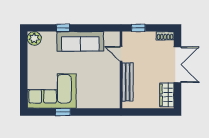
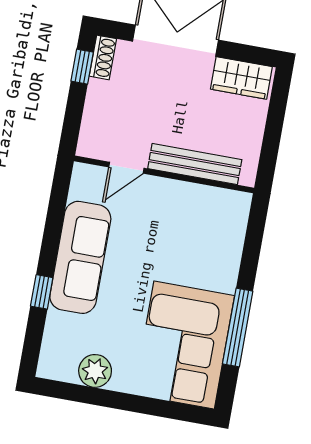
window: (138, 28) -> (82, 67), moved
plant: (34, 38) -> (95, 371), moved
window: (63, 112) -> (238, 327), width x2.17

